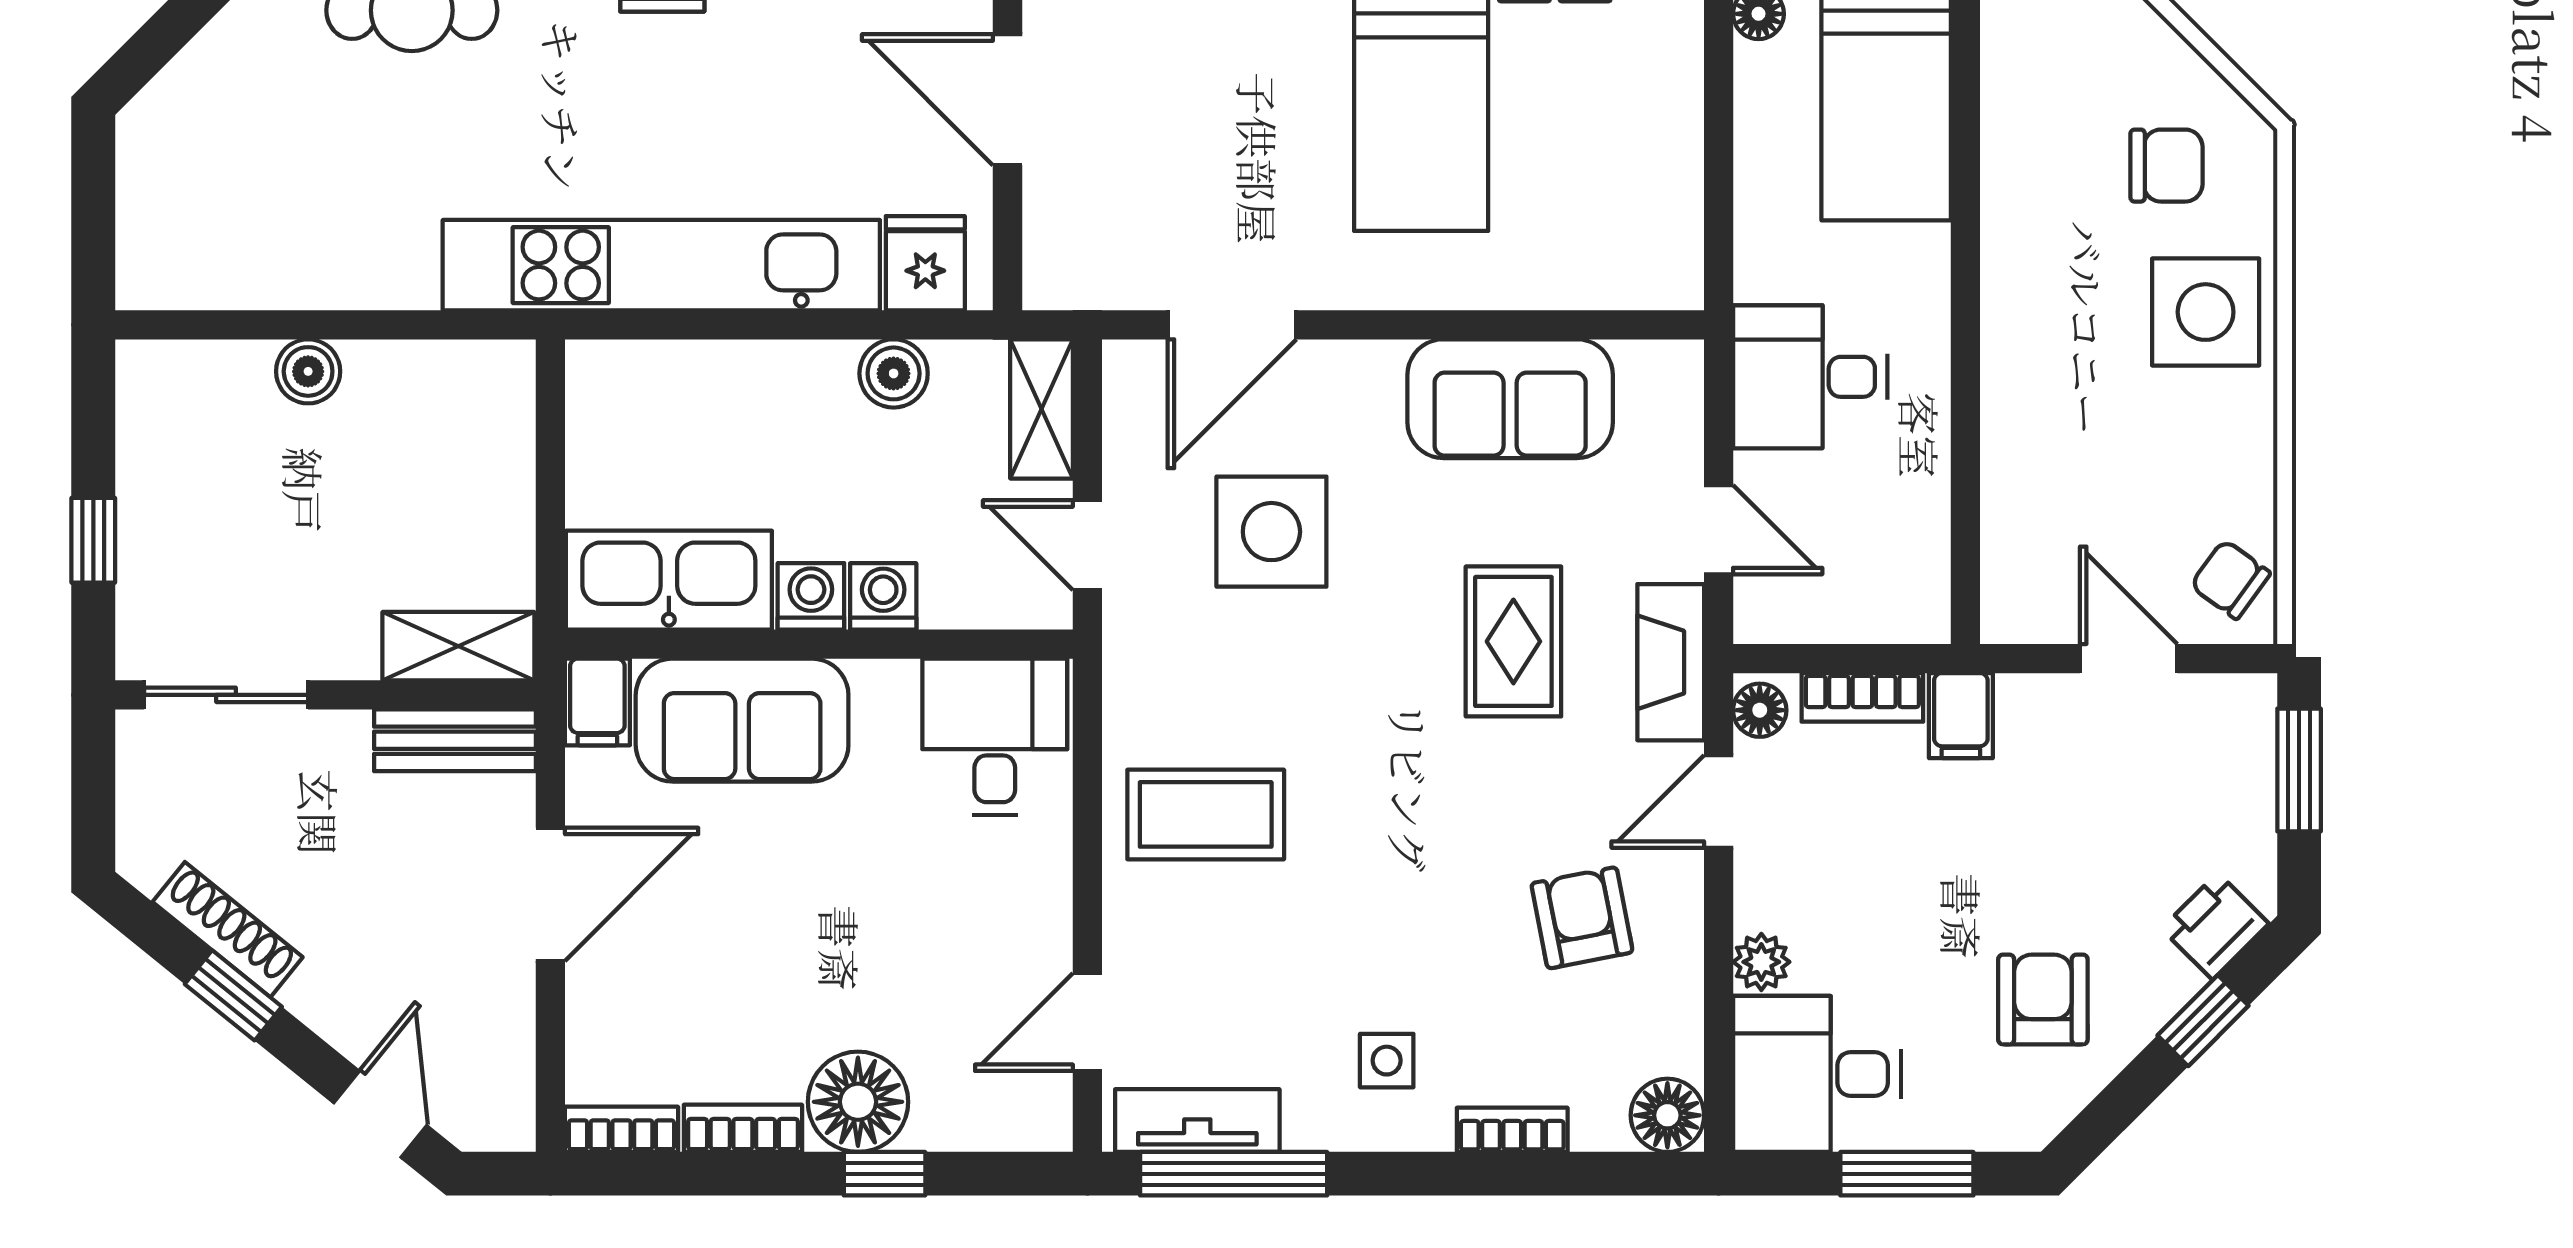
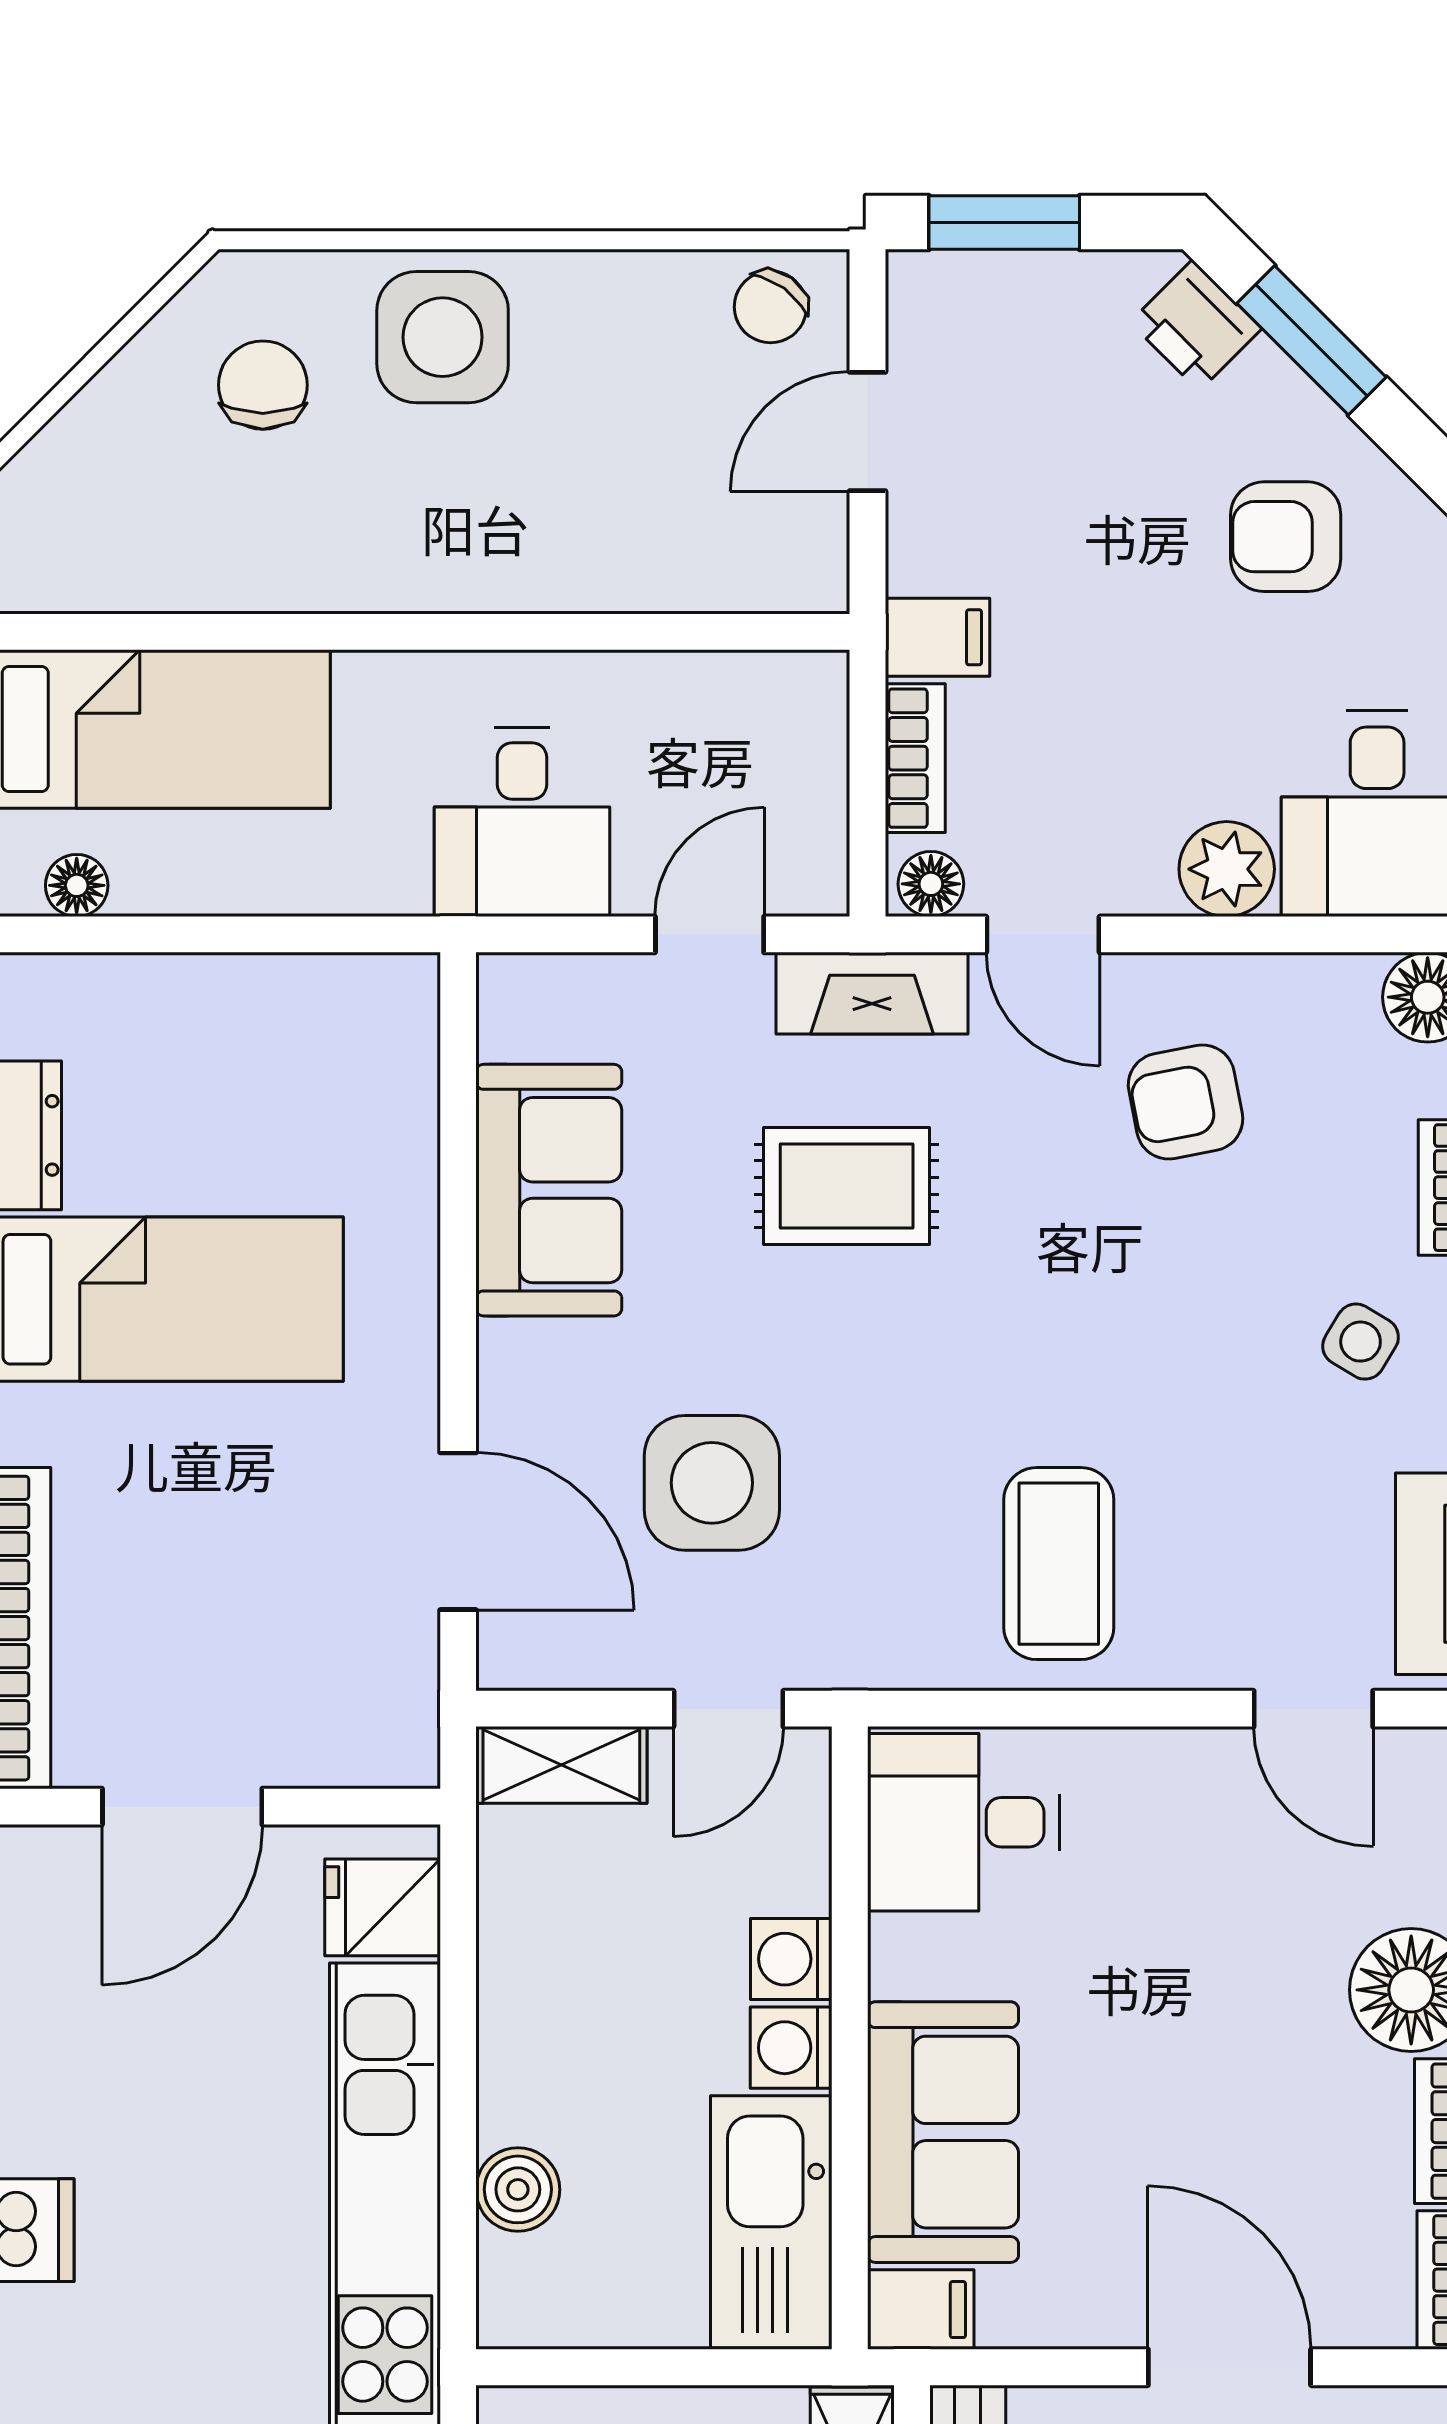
boiler: (894, 373) -> (518, 2189), moved
door: (550, 894) -> (1229, 2367), moved
plant: (1761, 962) -> (1227, 869), width x1.38, depth x1.38
window: (2203, 1021) -> (1312, 340), width x1.50
side table: (1387, 1061) -> (1361, 1342), turned 31

